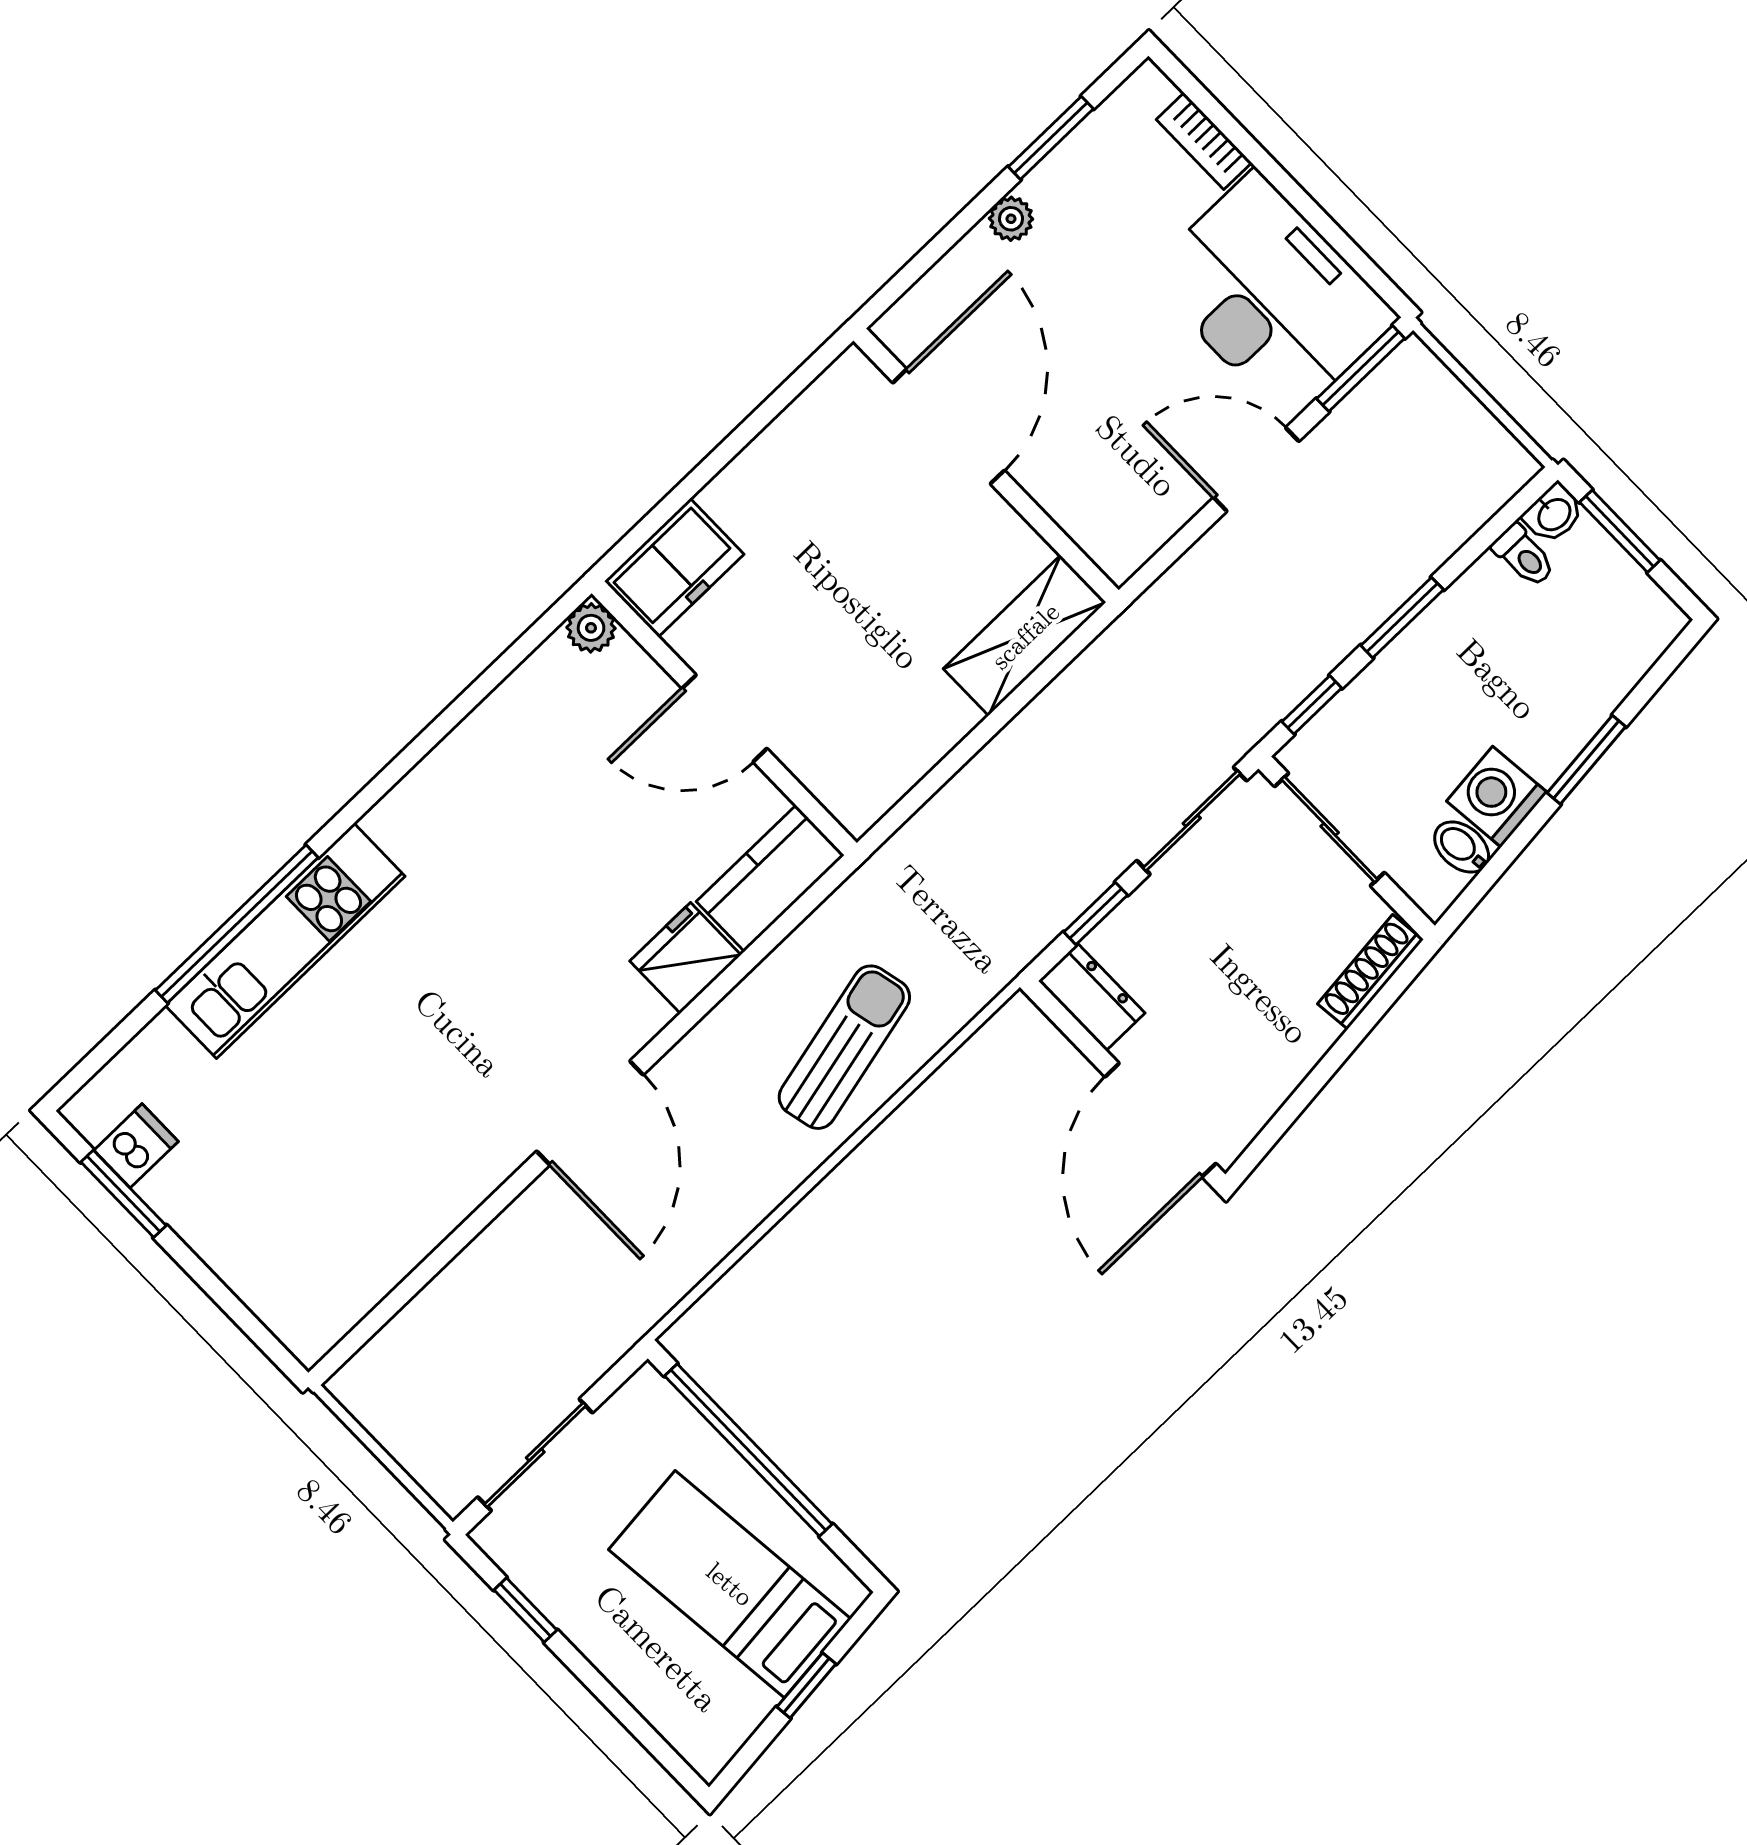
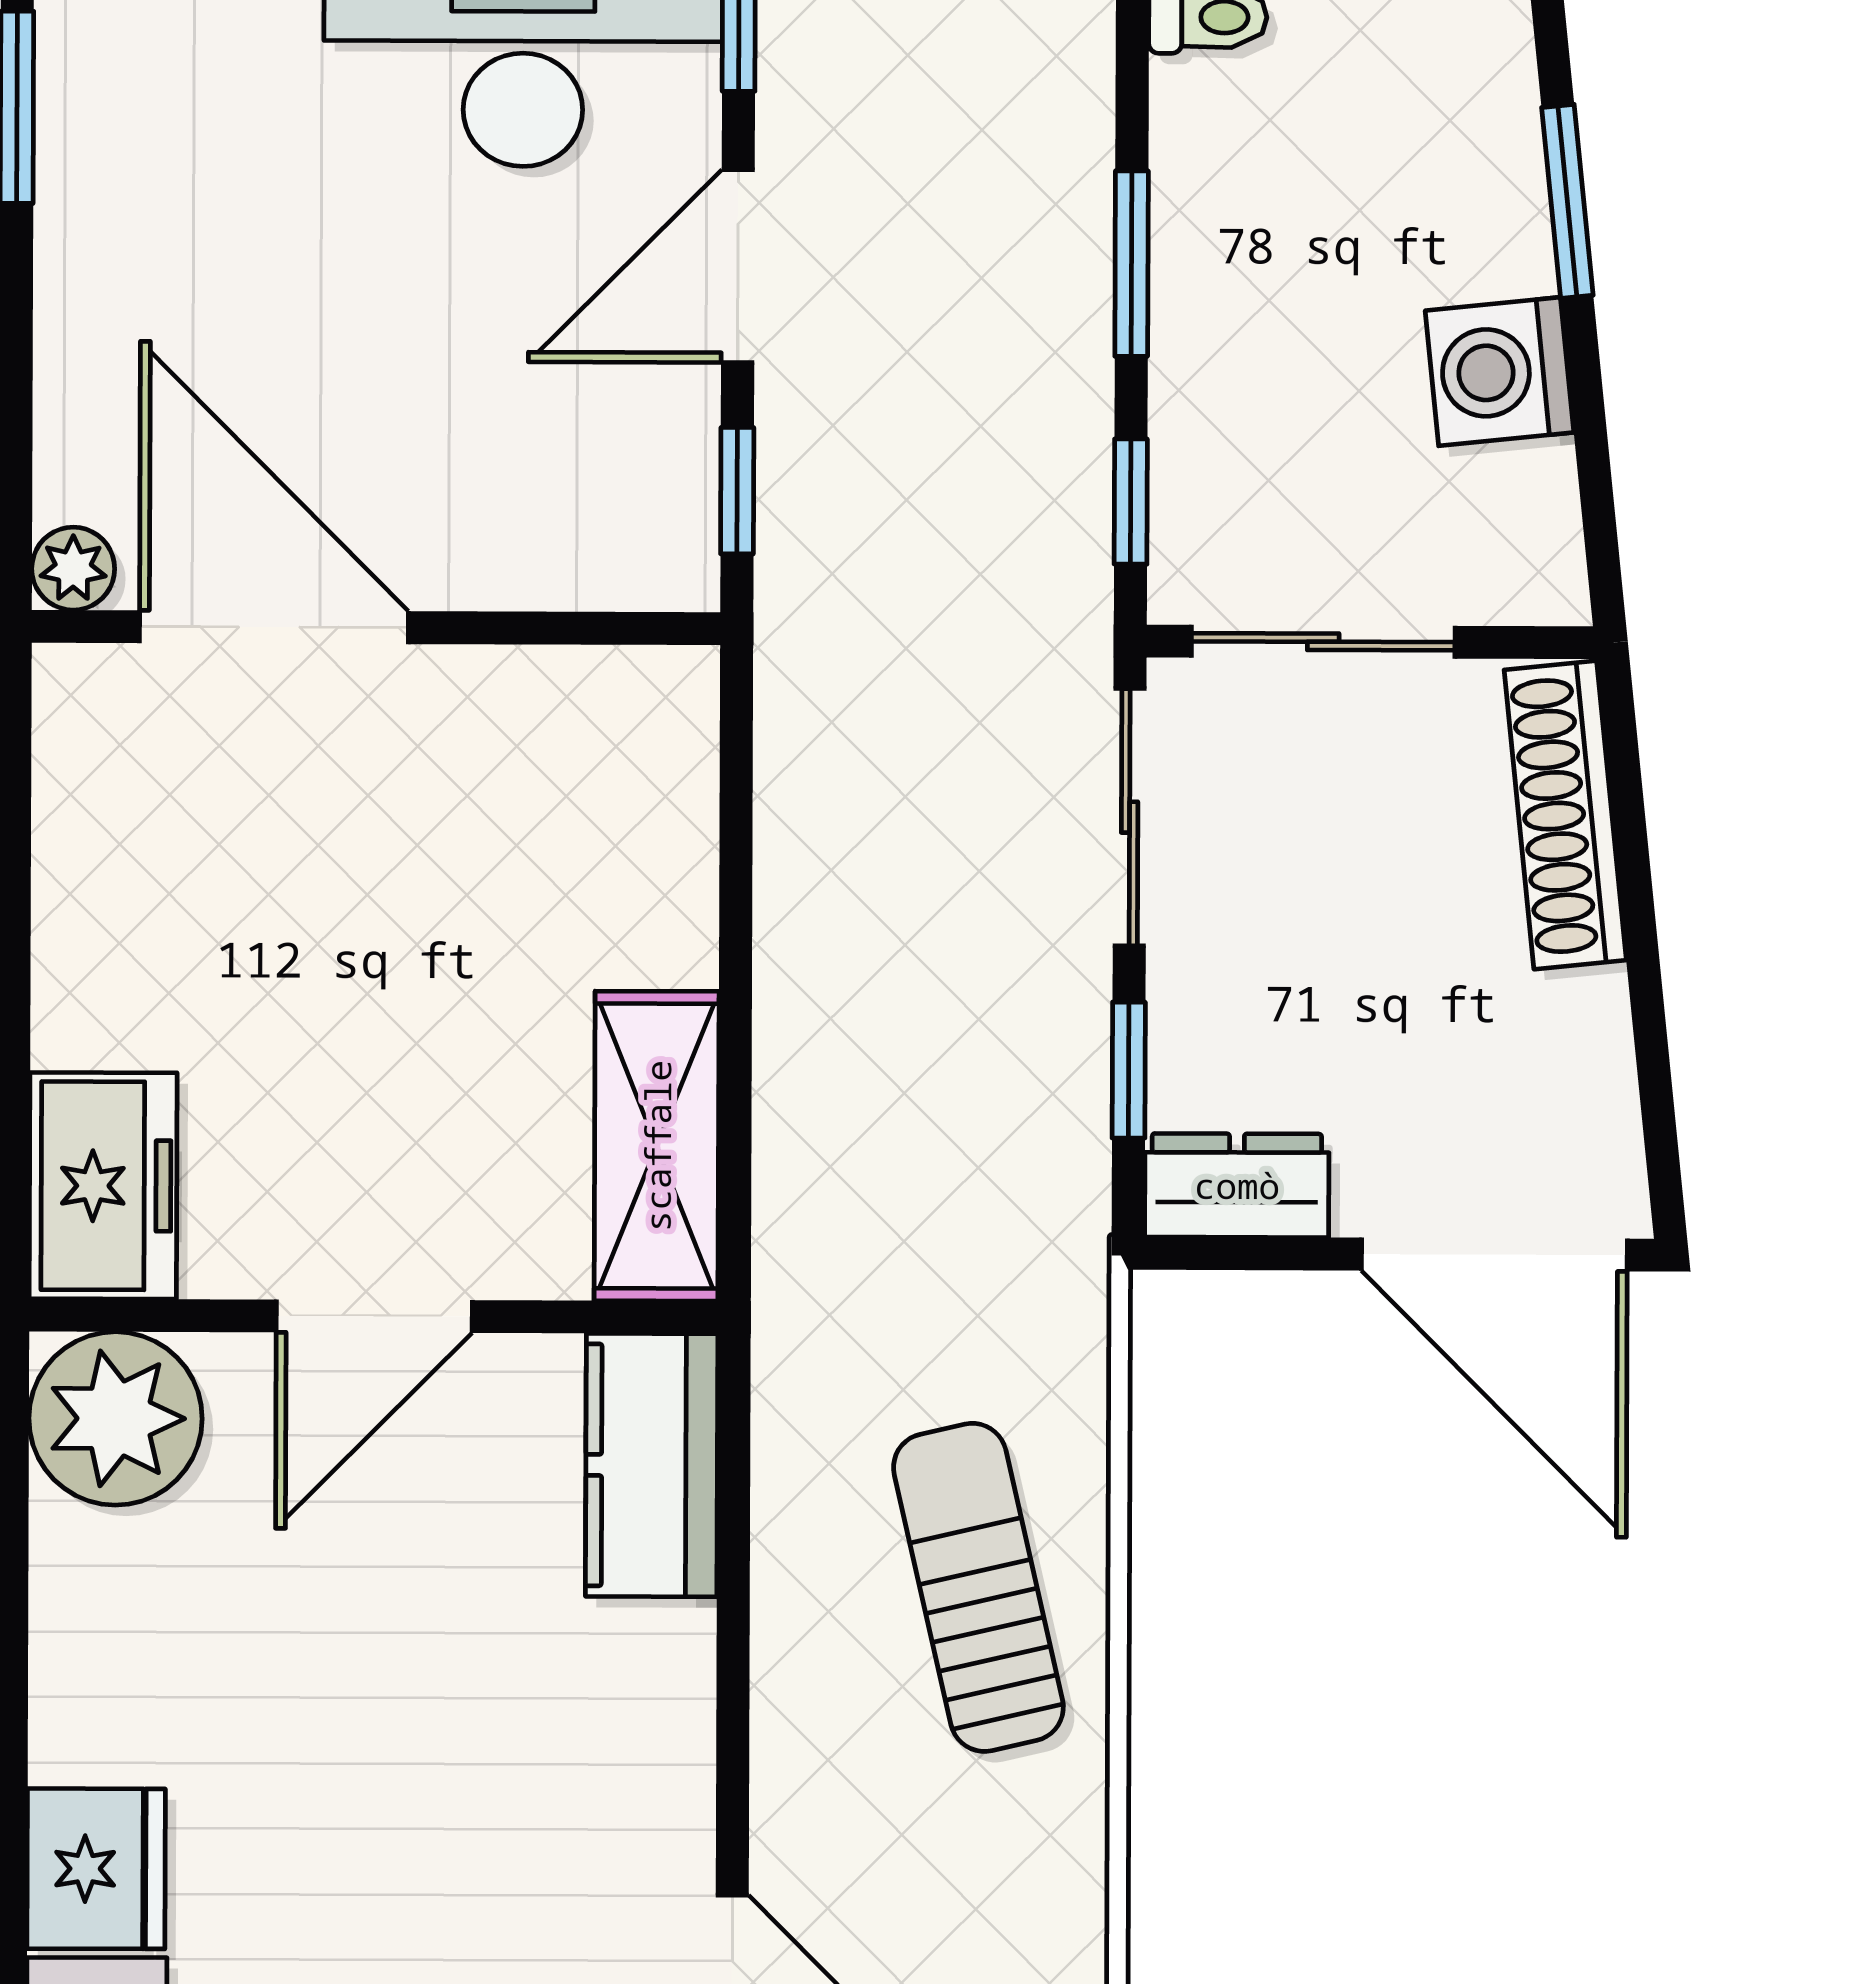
plant: (1011, 219) -> (73, 569), moved
window: (1171, 552) -> (737, 491), added
plant: (591, 628) -> (115, 1418), width x1.88, depth x1.88
shelving: (1025, 636) -> (657, 1146), moved
bidet: (1462, 847) -> (1521, 486), removed
fridge: (685, 958) -> (96, 1869), moved, turned 180
shoe rack: (1370, 972) -> (1565, 815), width x1.36, depth x1.24

